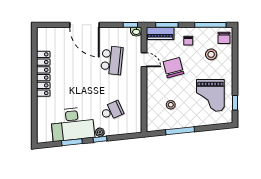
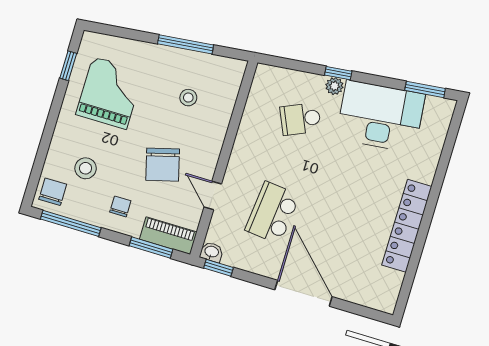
window: (72, 142) -> (425, 89), moved

